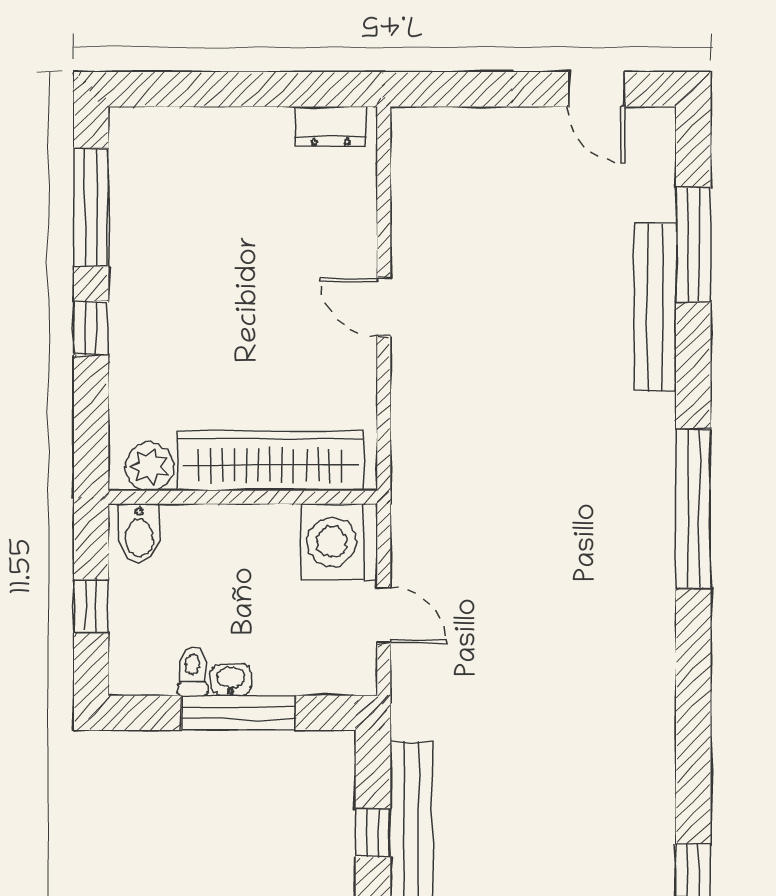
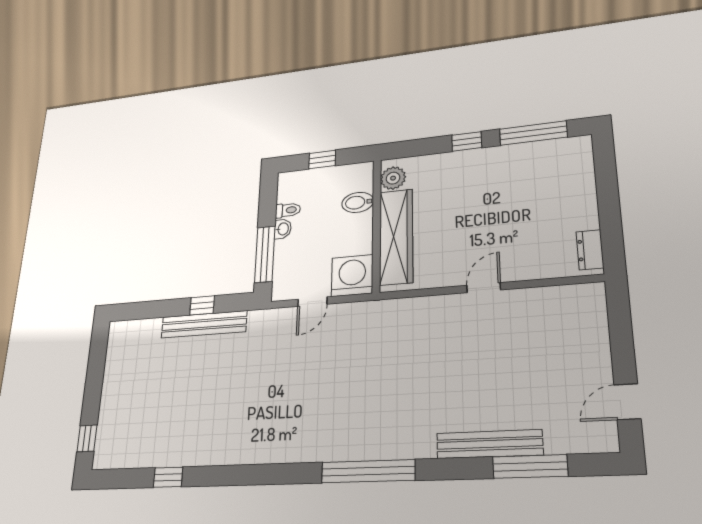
bidet: (139, 534) -> (358, 202), moved
window: (238, 713) -> (265, 254), moved

